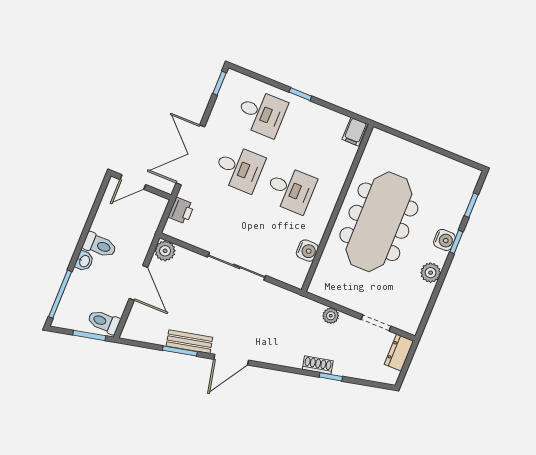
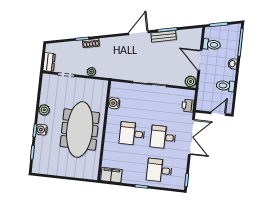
filing cabinet: (355, 132) -> (111, 175), width x2.00
toilet: (100, 245) -> (225, 86), moved
toilet: (104, 322) -> (212, 45), moved

